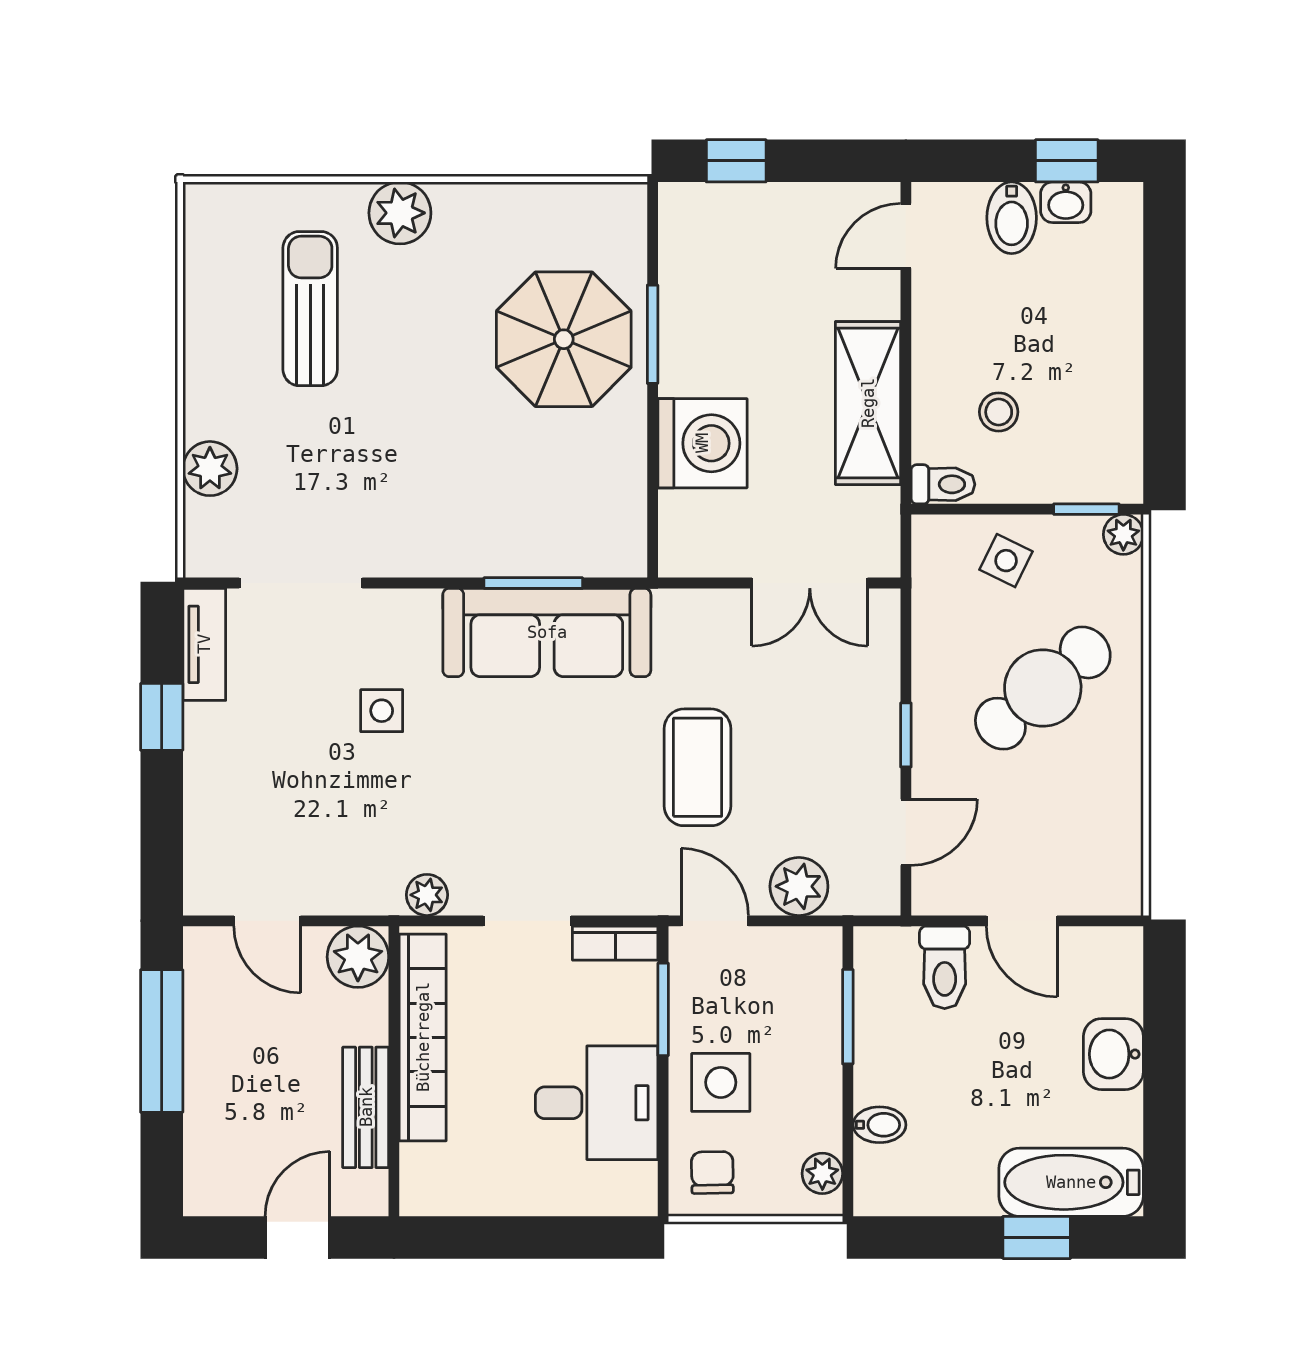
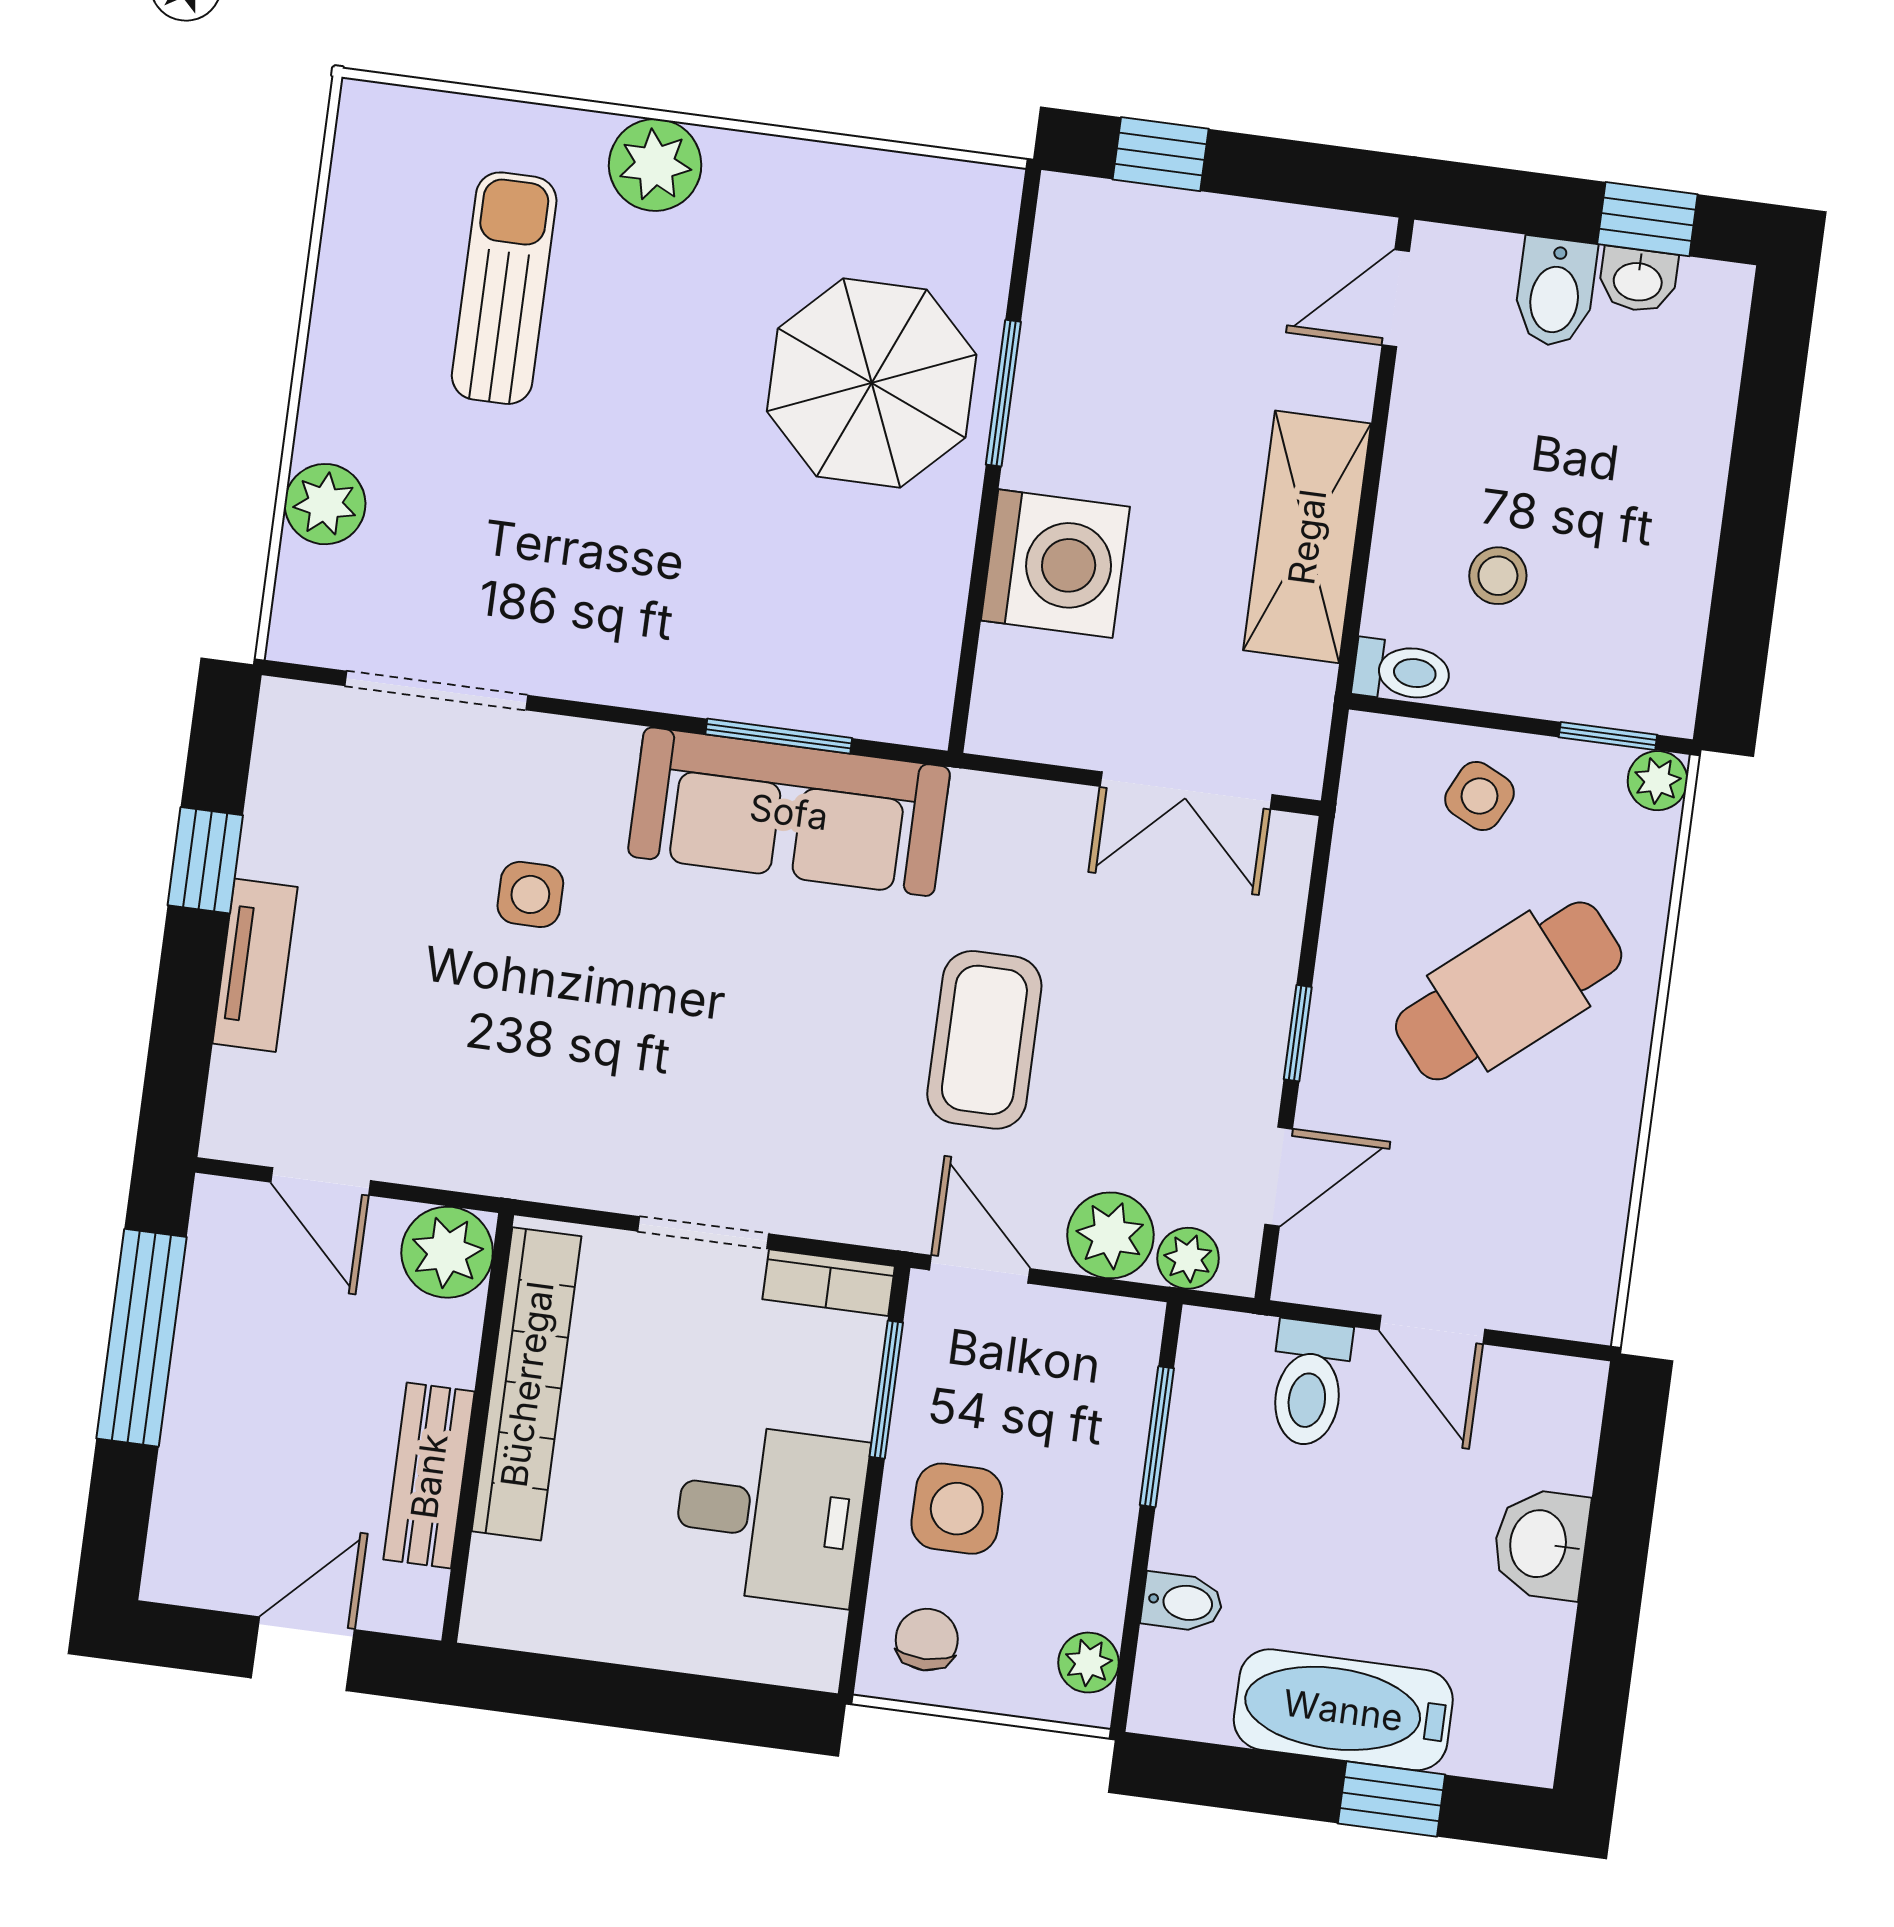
tv unit: (204, 644) -> (255, 965), moved
plant: (427, 895) -> (1188, 1258), moved
bathtub: (1071, 1182) -> (1343, 1710), moved

